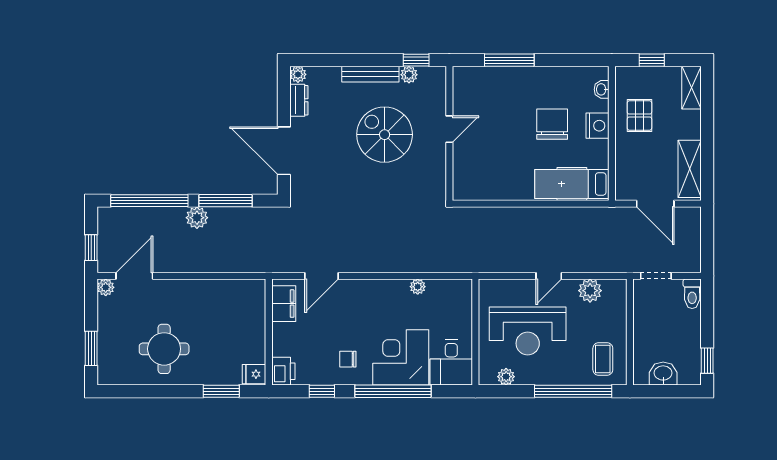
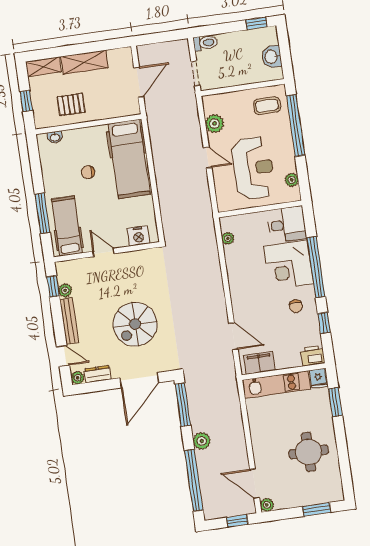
door: (328, 60) -> (63, 356), added
hospital bed: (489, 88) -> (67, 226), added
chair: (552, 124) -> (88, 172), width x0.54, depth x0.54
nightstand: (597, 126) -> (138, 236), moved, turned 180
spiral stairs: (385, 135) -> (135, 324), moved
shelving: (690, 169) -> (84, 62), moved
hospital bed: (572, 184) -> (129, 159), width x1.37, depth x1.29
window: (225, 201) -> (183, 405), moved
plant: (418, 287) -> (228, 238), moved
kitchen unit: (254, 321) -> (276, 384), added

